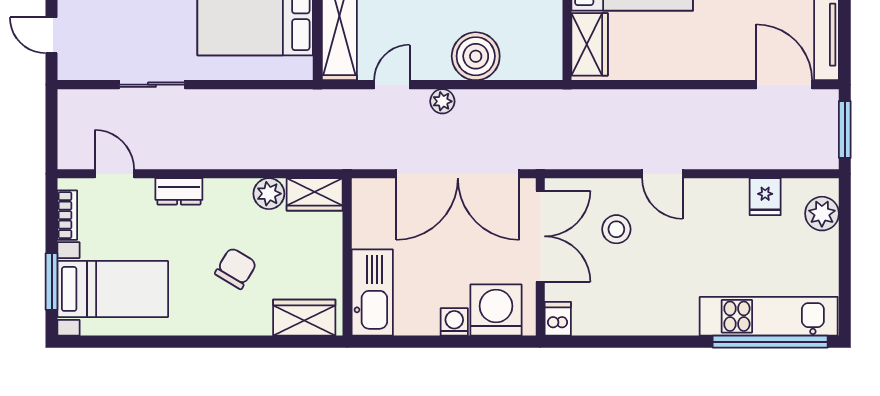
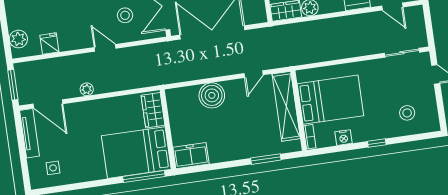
sliding door: (152, 85) -> (402, 53), moved
plant: (442, 101) -> (87, 89), moved

